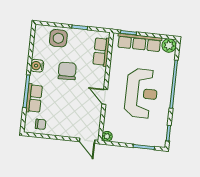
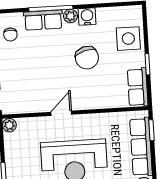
row of seats: (101, 52) -> (138, 87), moved, turned -90
chair: (67, 71) -> (87, 58), turned 76
plant: (35, 78) -> (70, 16), added

